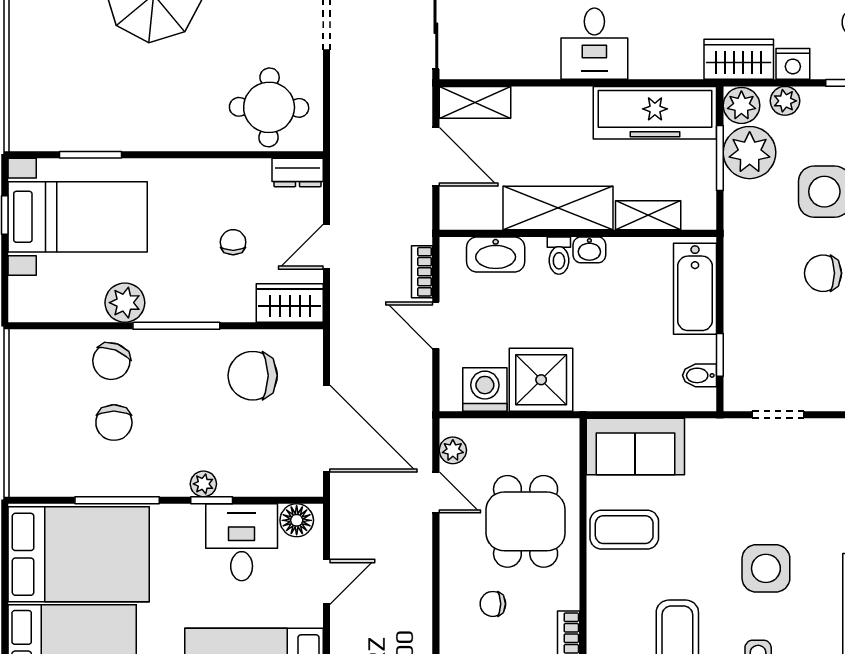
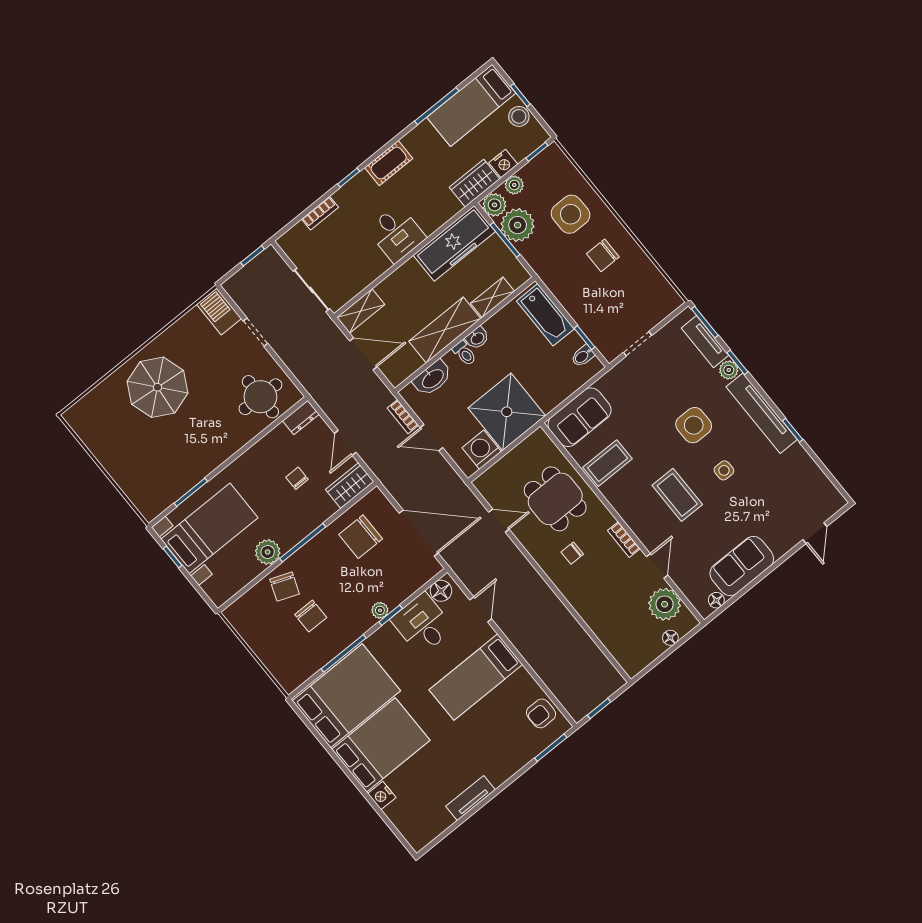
shower: (541, 380) -> (507, 412), width x1.37, depth x1.37
plant: (453, 450) -> (490, 493), removed

